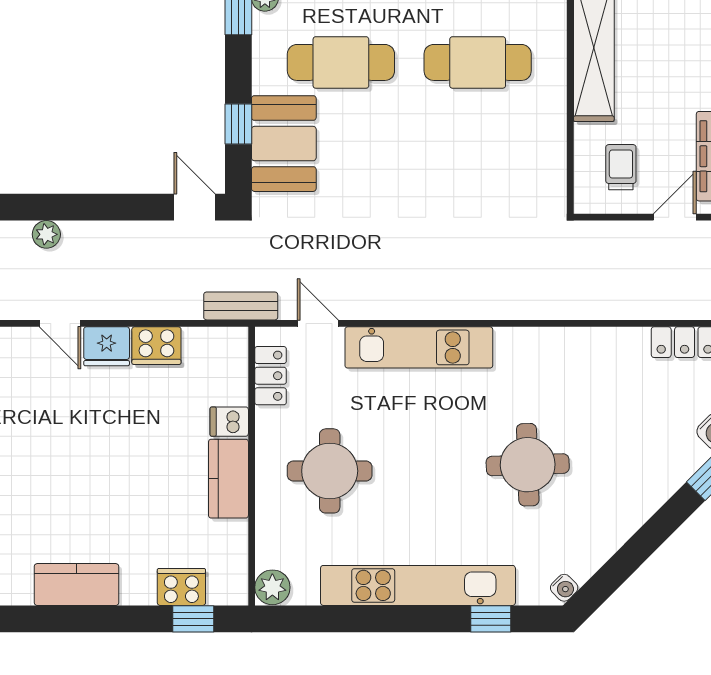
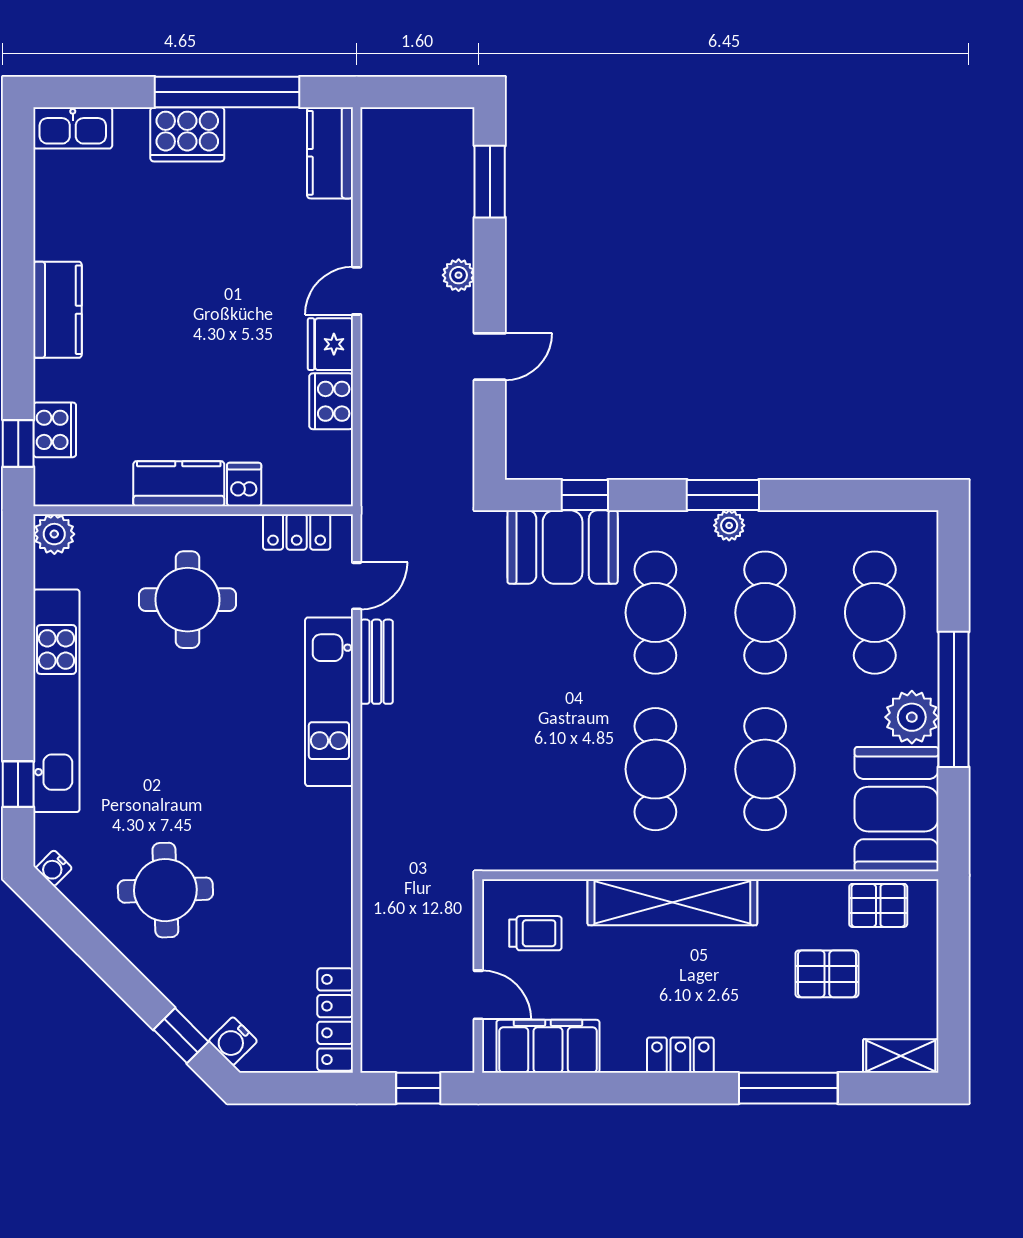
door: (195, 207) -> (490, 357), moved
bench: (241, 306) -> (377, 662), moved
round table: (528, 465) -> (165, 890), moved

